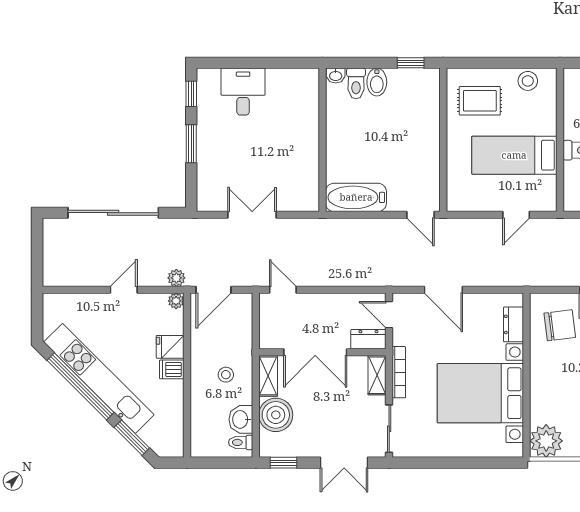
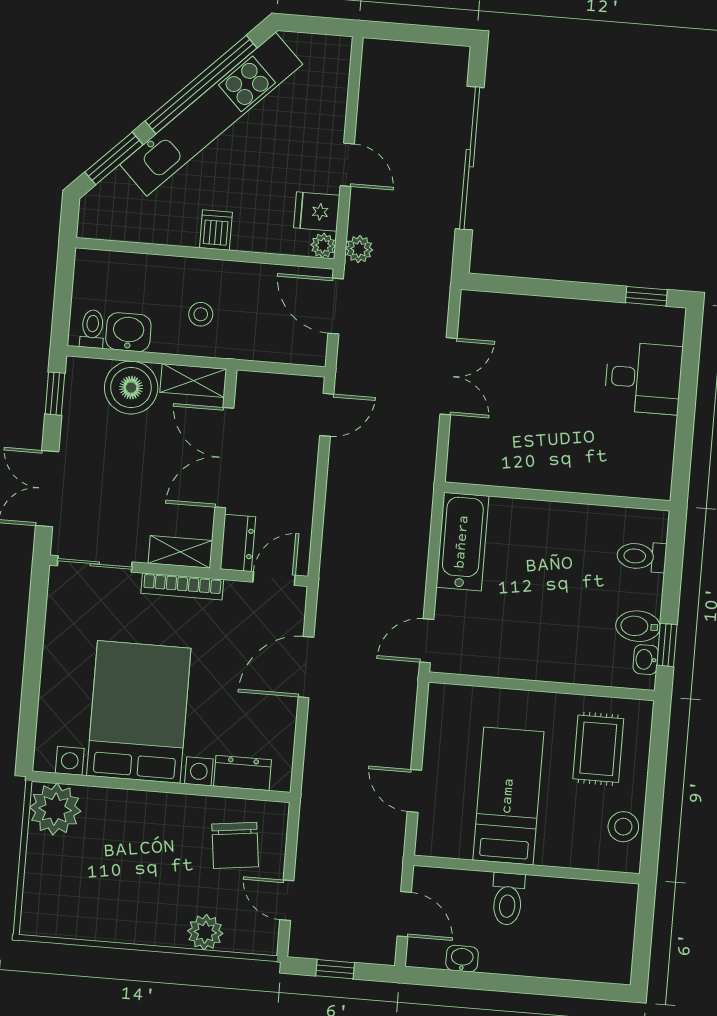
washbasin: (336, 75) -> (646, 660), moved
bidet: (377, 82) -> (638, 626), moved
window: (191, 144) -> (568, 290), removed
fridge: (170, 347) -> (317, 212), moved, turned -90

